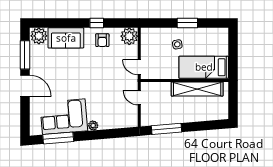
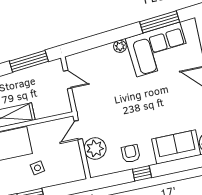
plant: (129, 36) -> (95, 148), moved
door: (139, 67) -> (78, 130), swing flipped
door: (139, 98) -> (68, 80), moved

